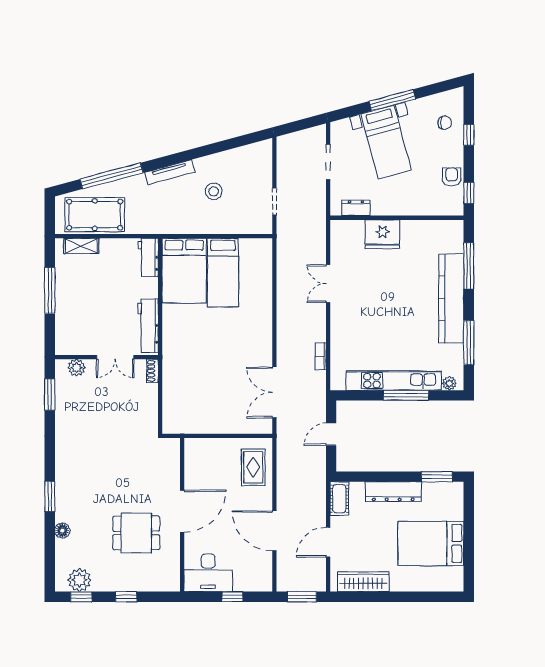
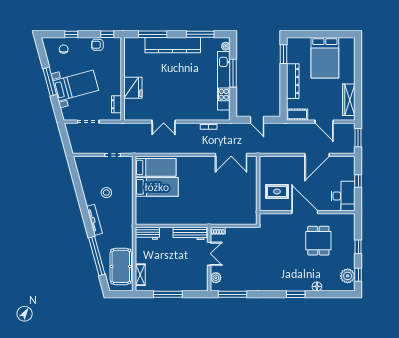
bed: (184, 271) -> (156, 167), moved, width x0.67
window: (50, 395) -> (232, 294), width x1.44
rug: (253, 467) -> (277, 192), moved

